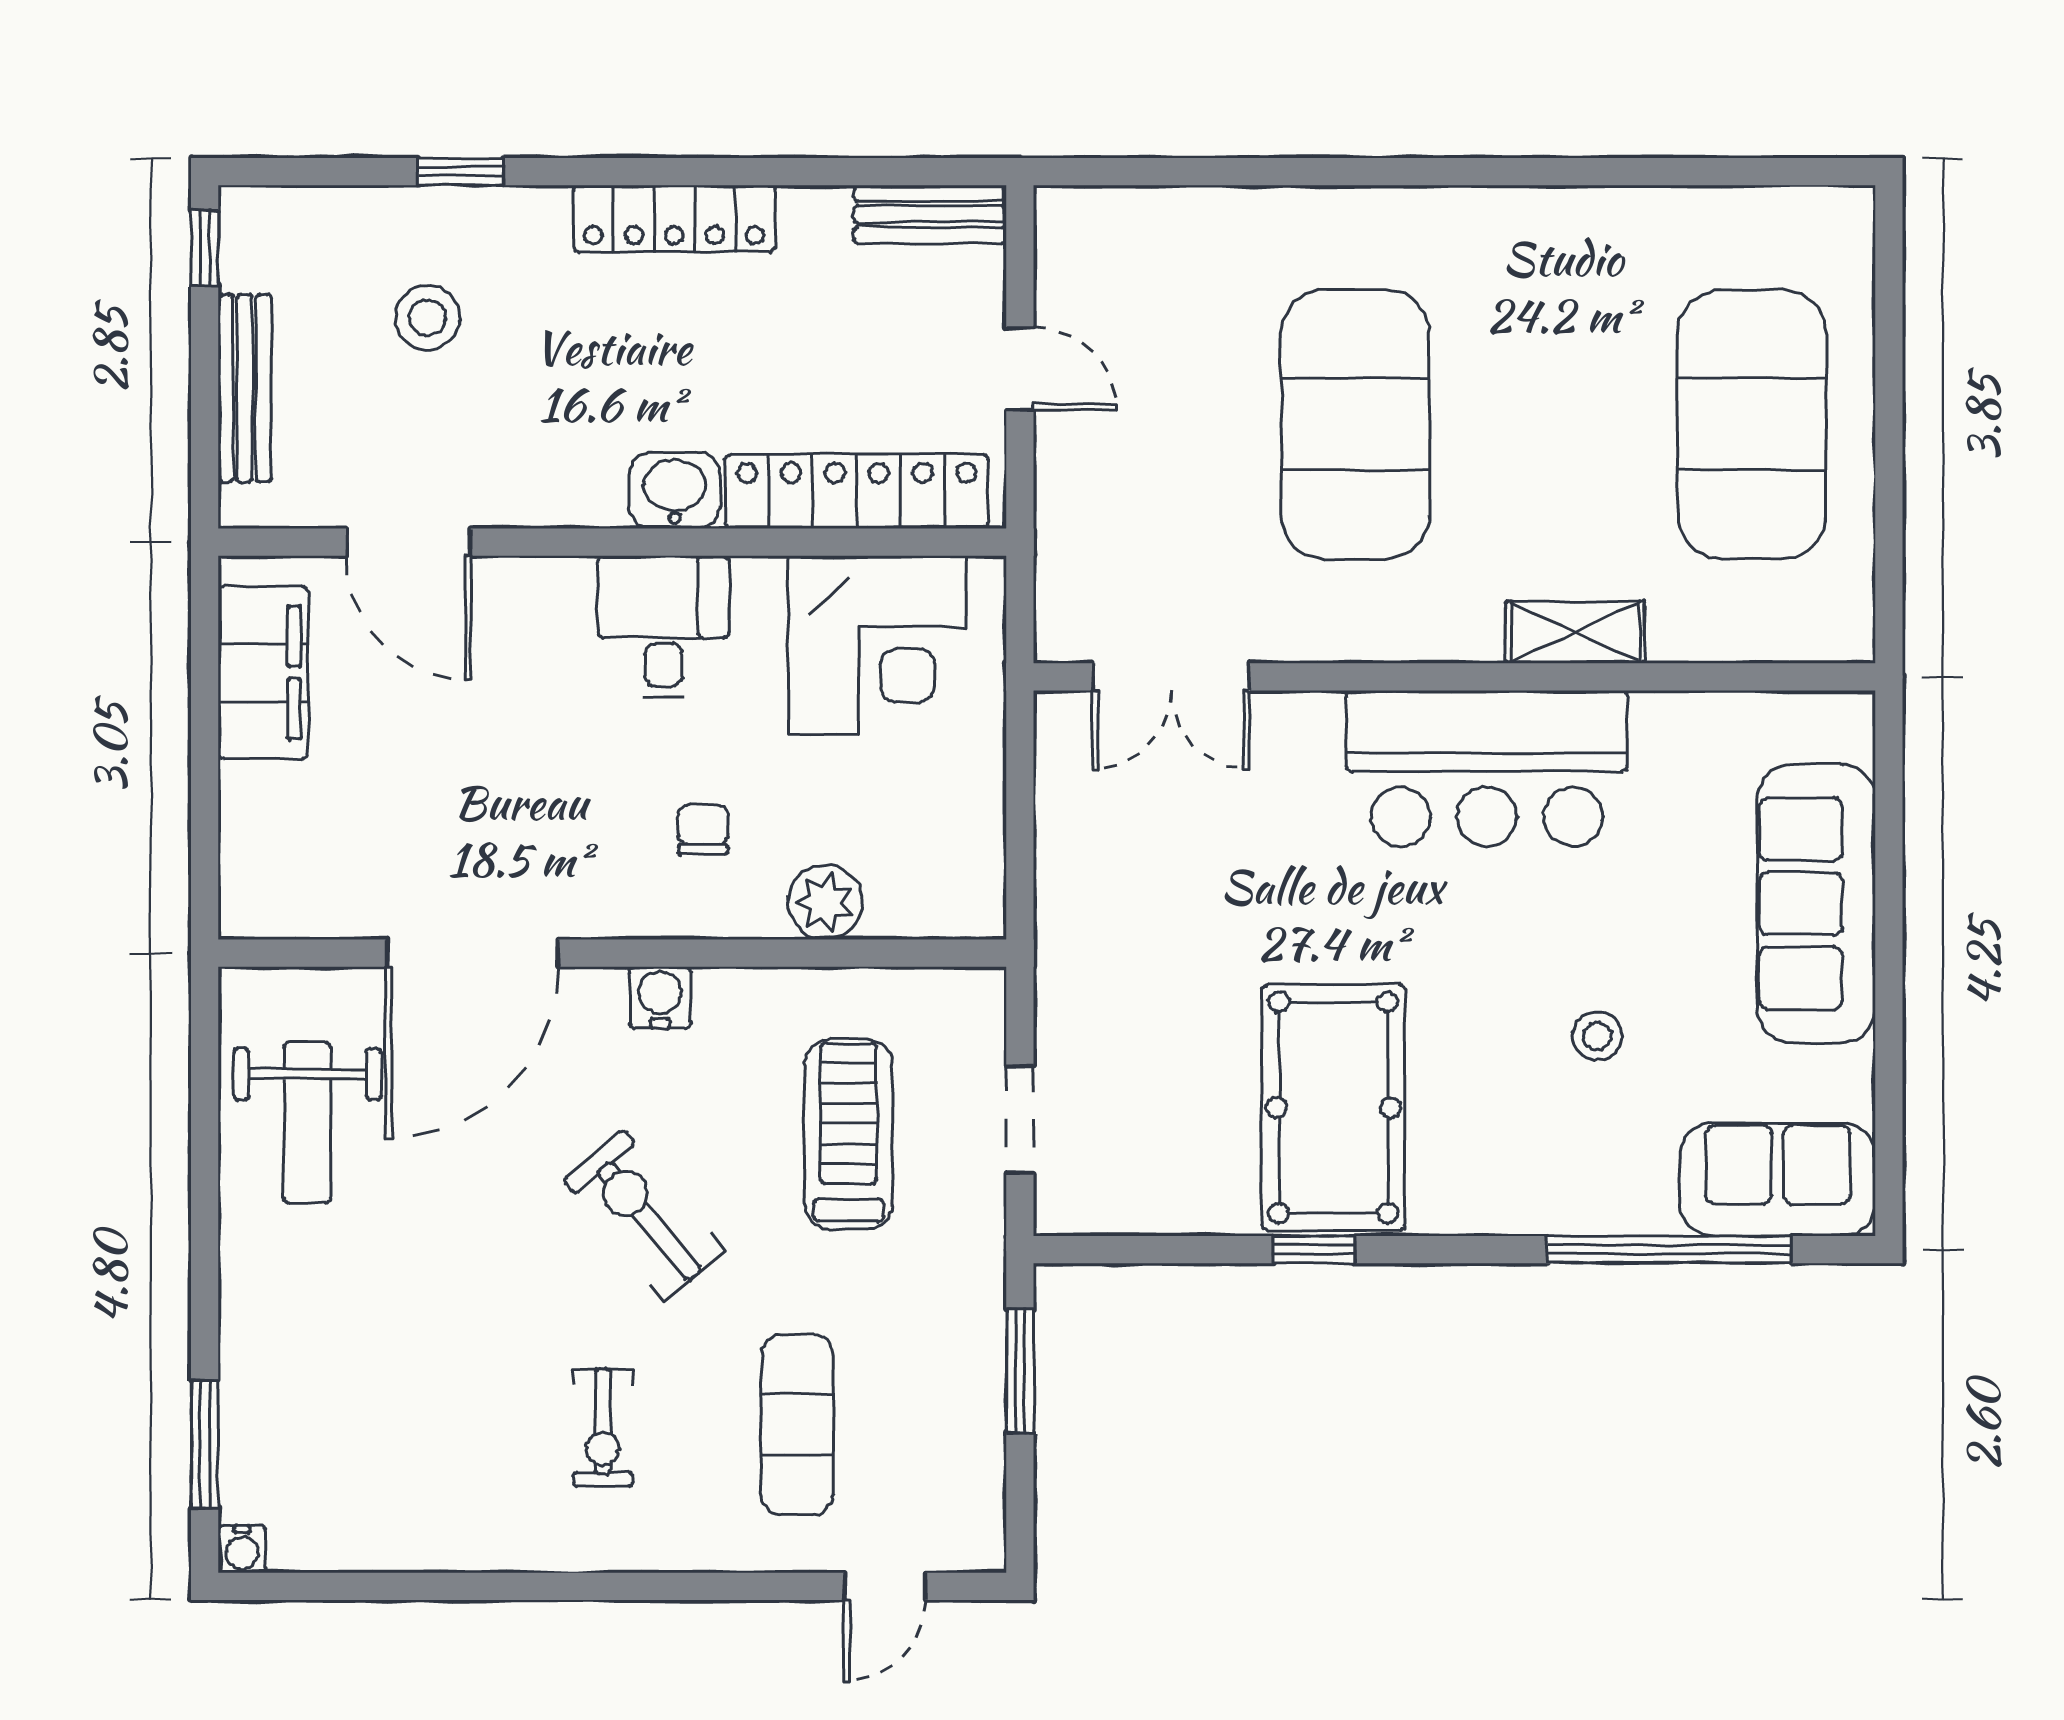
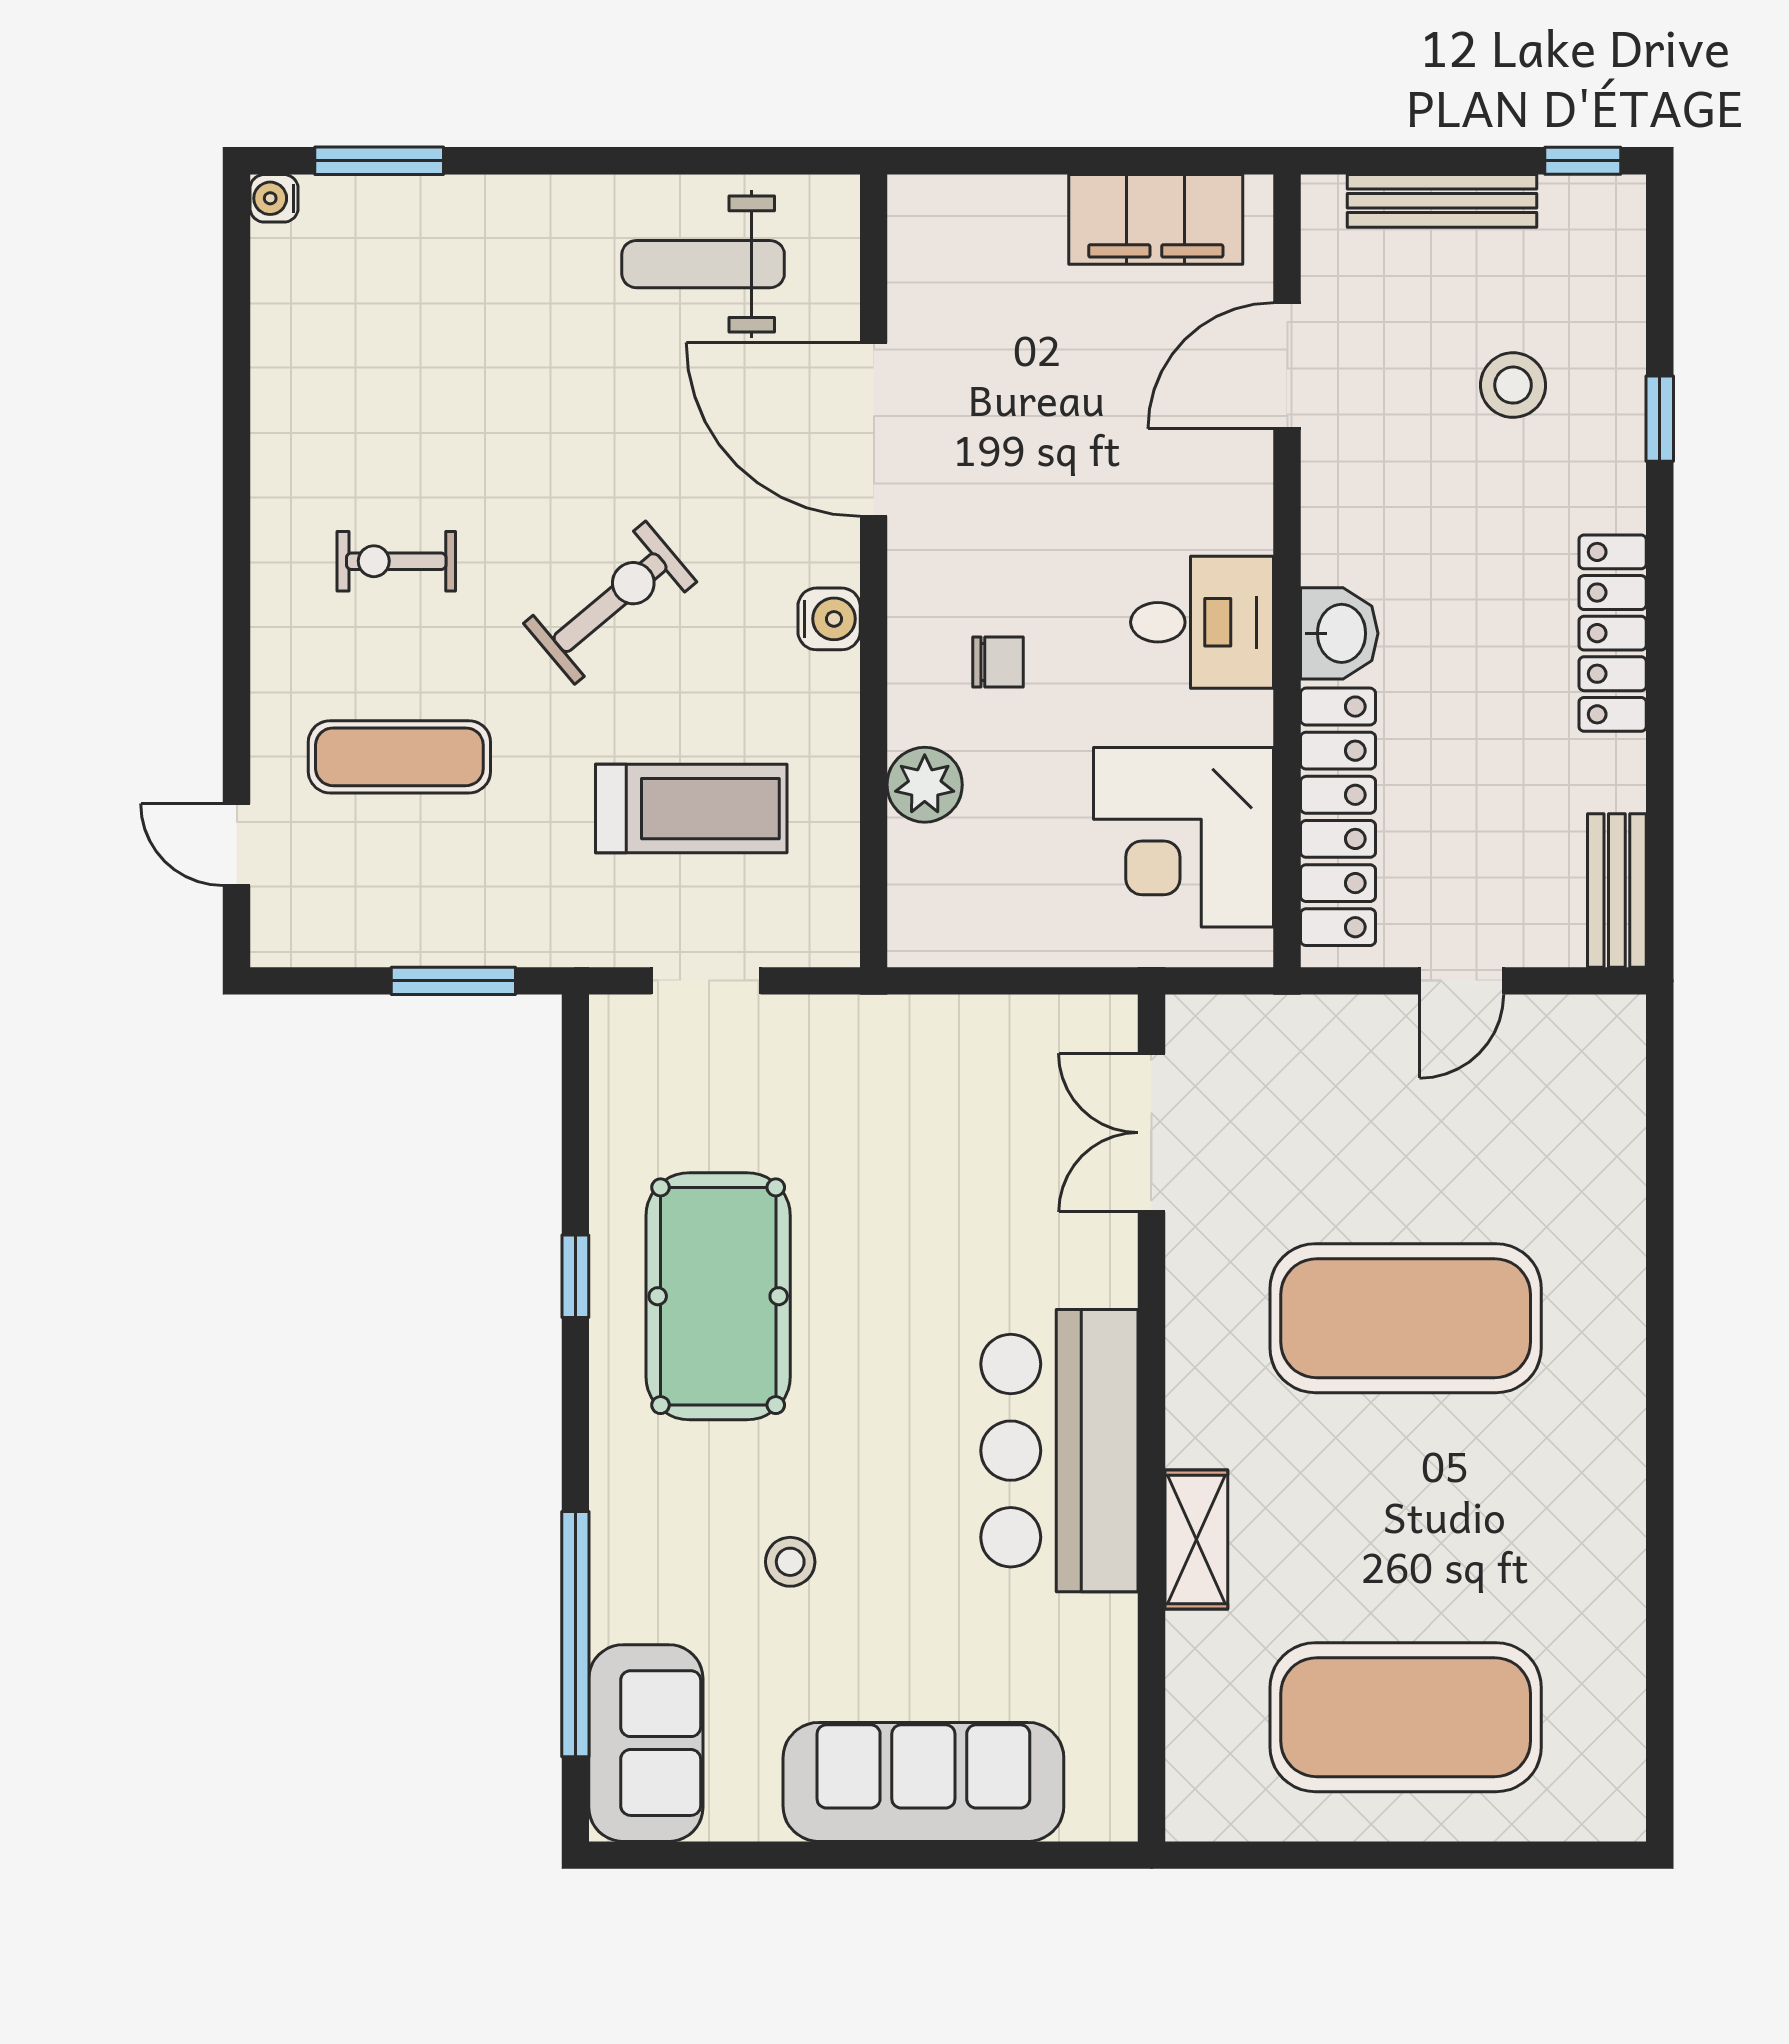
pool table: (1333, 1108) -> (718, 1296), turned 90

